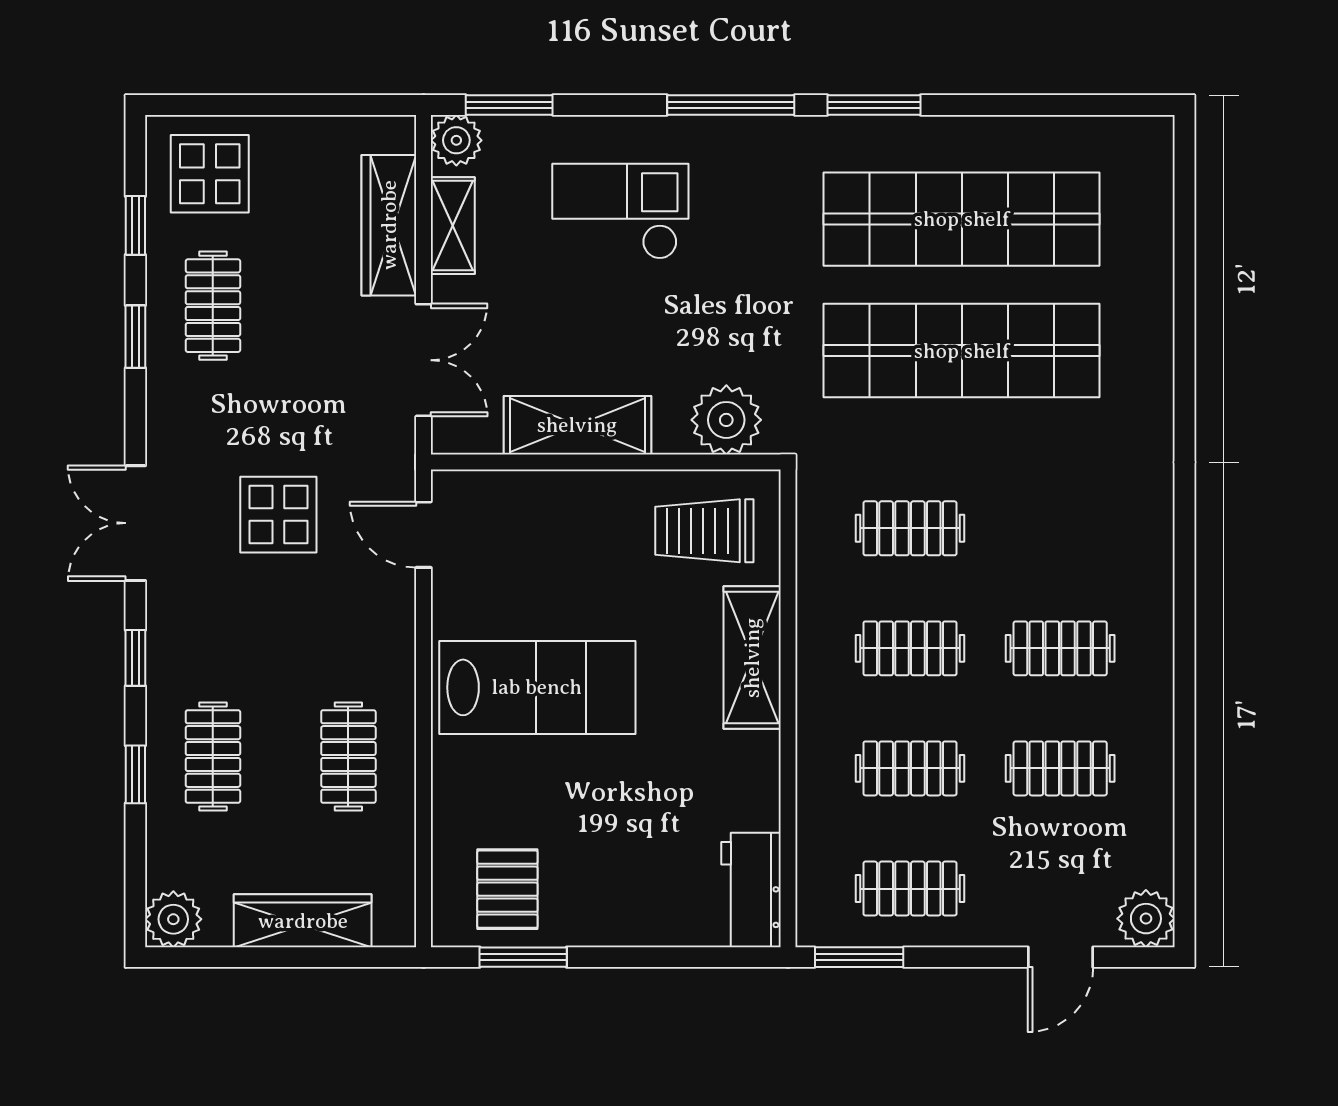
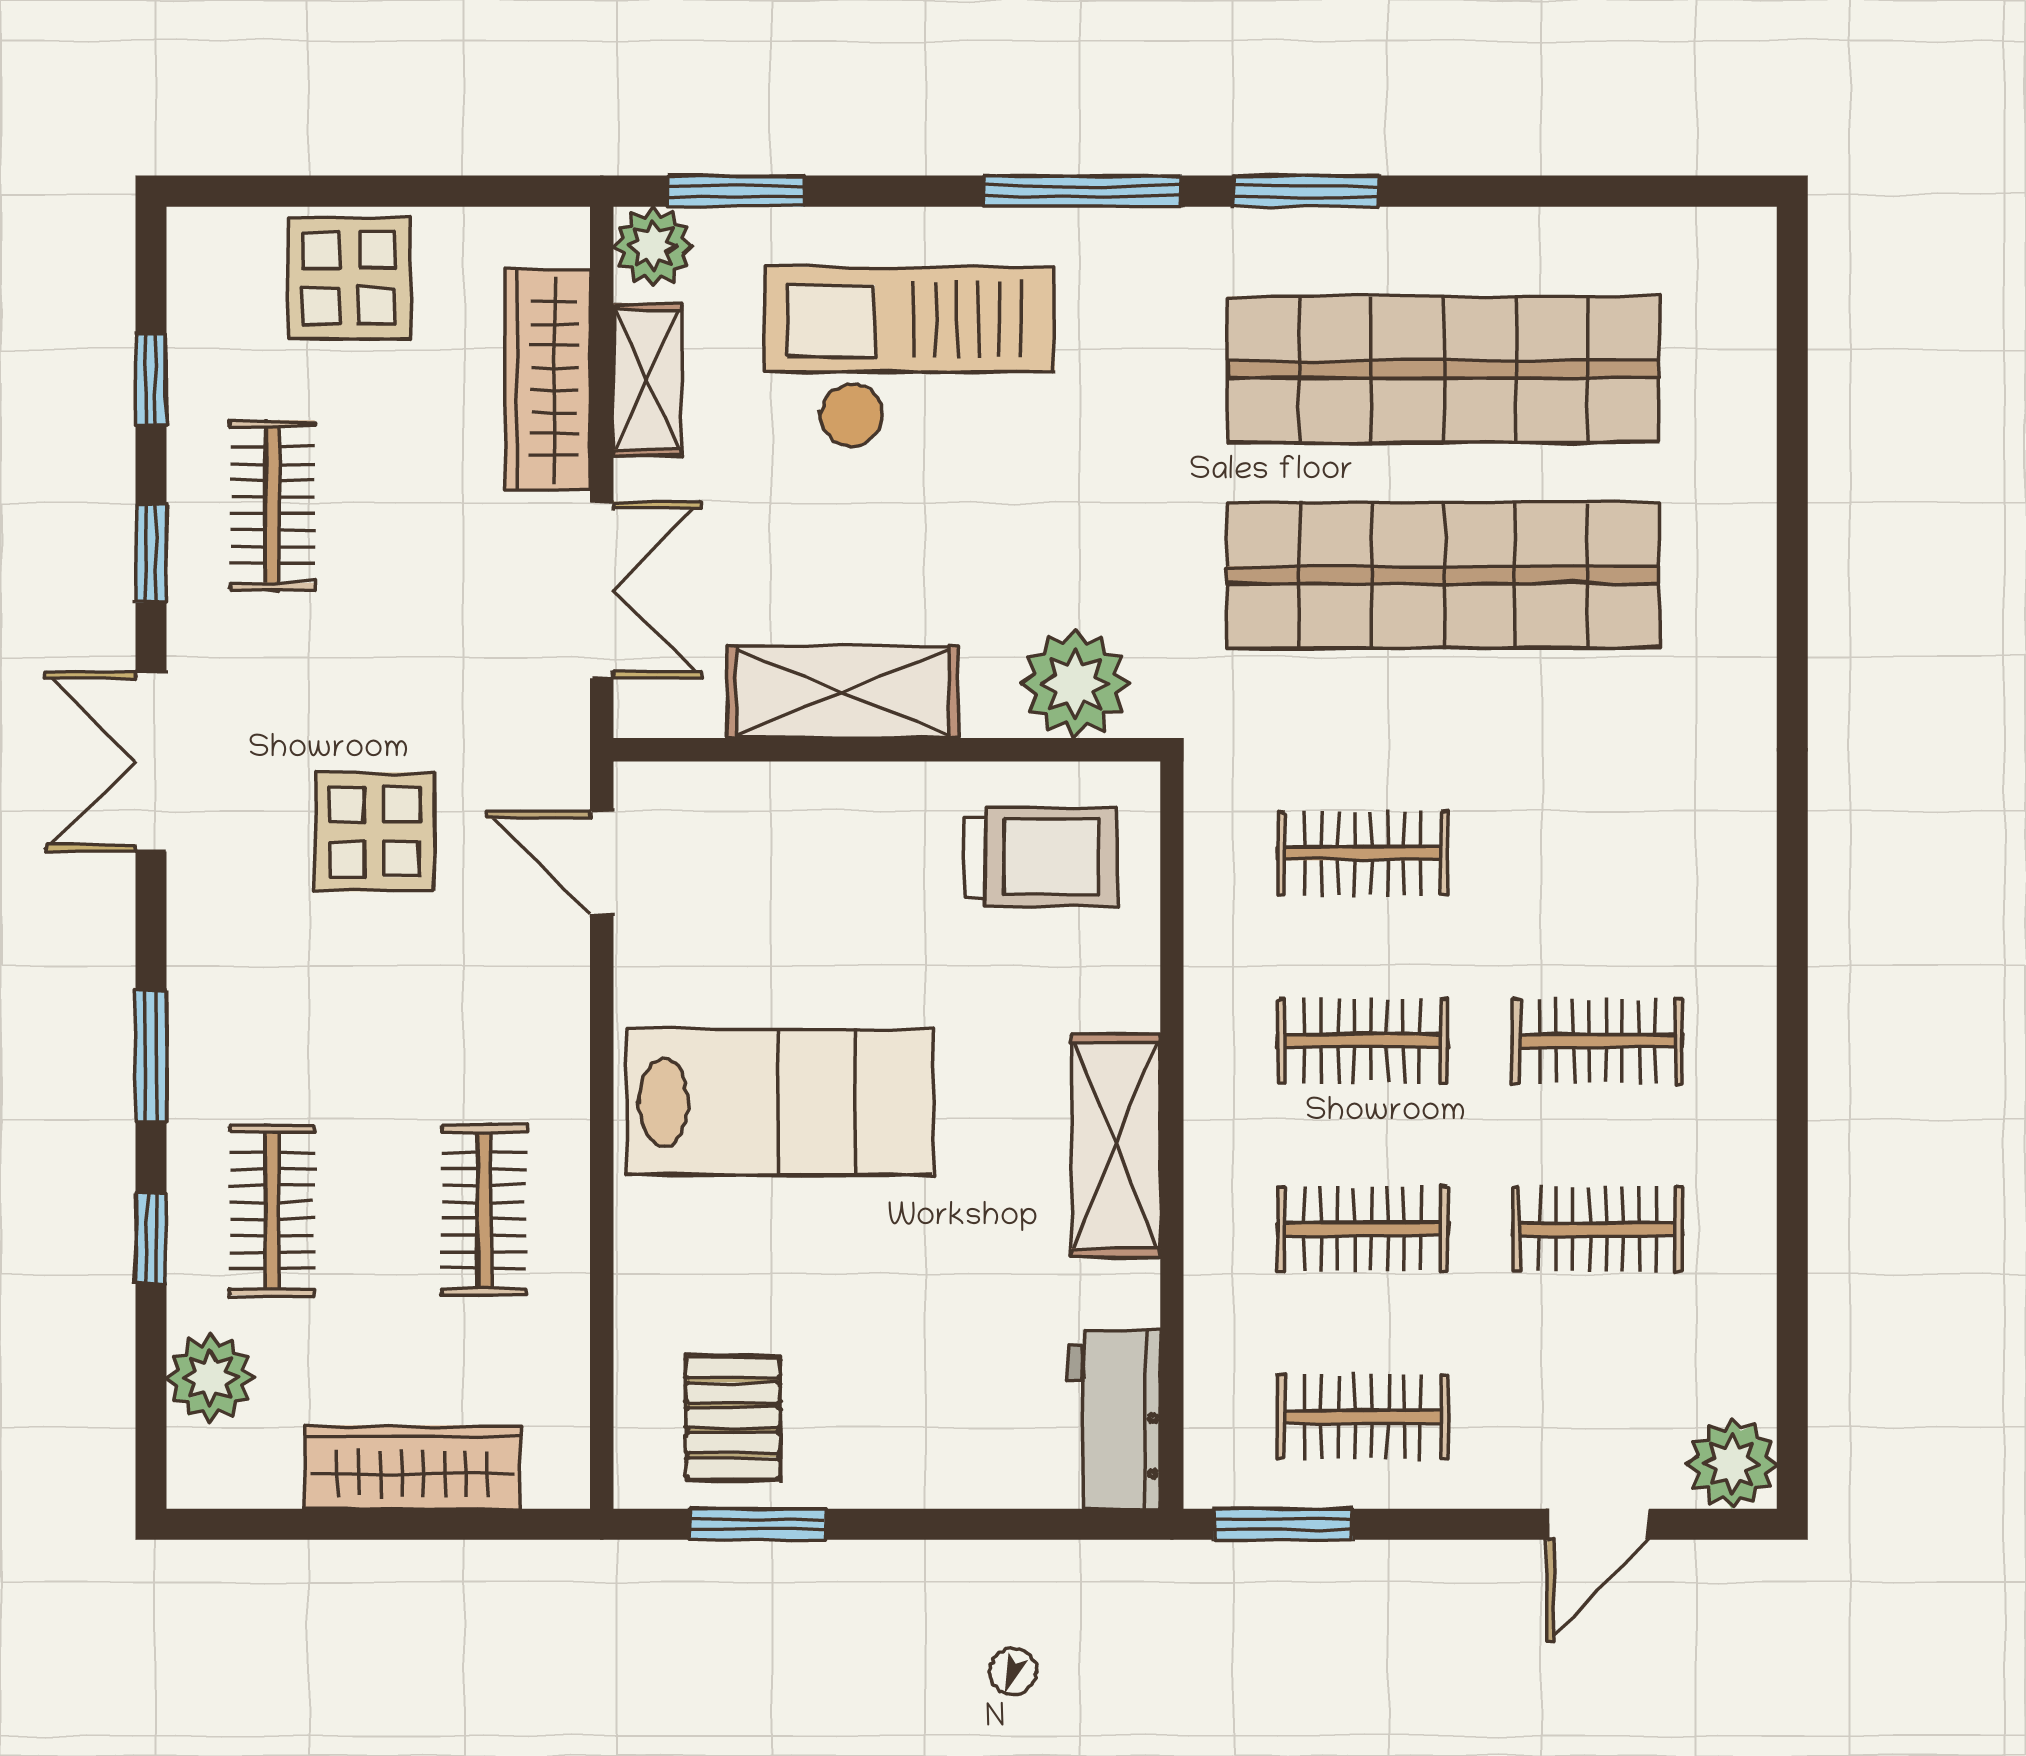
display table: (210, 174) -> (349, 278), moved
checkout: (620, 211) -> (910, 357), width x1.36, depth x1.21
double door: (135, 523) -> (151, 761), moved
trolley: (704, 531) -> (1041, 857), turned 180
window: (135, 658) -> (151, 1056), width x1.50
shelving: (752, 658) -> (1116, 1146), moved
plant: (173, 919) -> (210, 1378), moved

